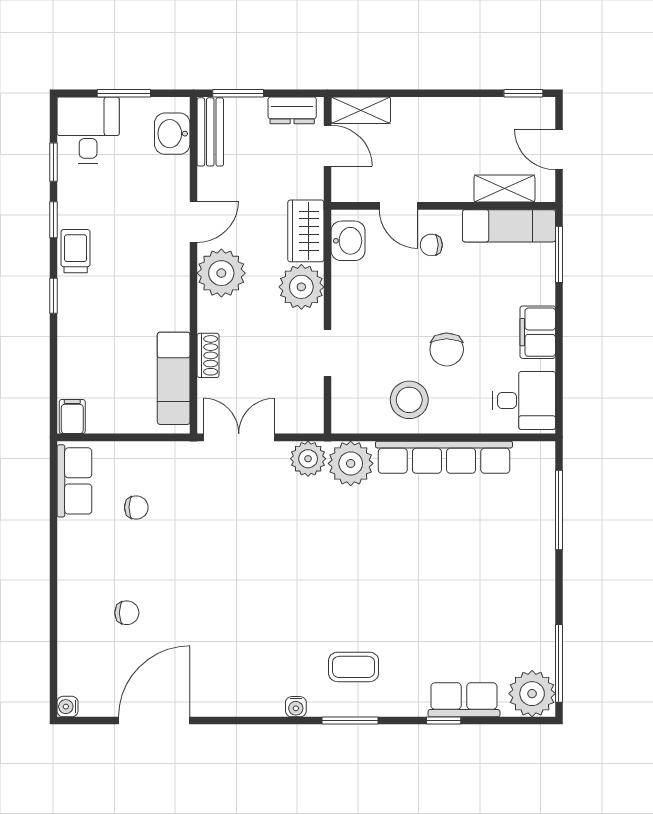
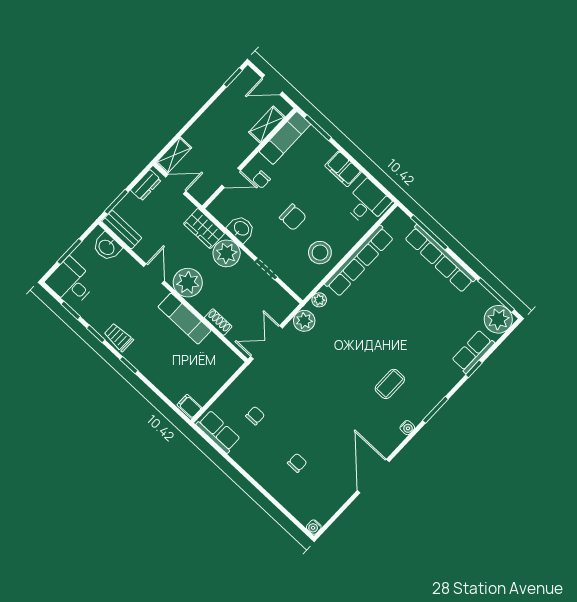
washbasin: (348, 241) -> (241, 229), moved
chair: (447, 349) -> (293, 217), moved
exam couch: (174, 378) -> (185, 319), moved
plant: (351, 463) -> (319, 300), width x0.53, depth x0.53
row of seats: (539, 553) -> (440, 259), added
coffee table: (354, 667) -> (390, 384), moved
door: (154, 721) -> (373, 476), moved

